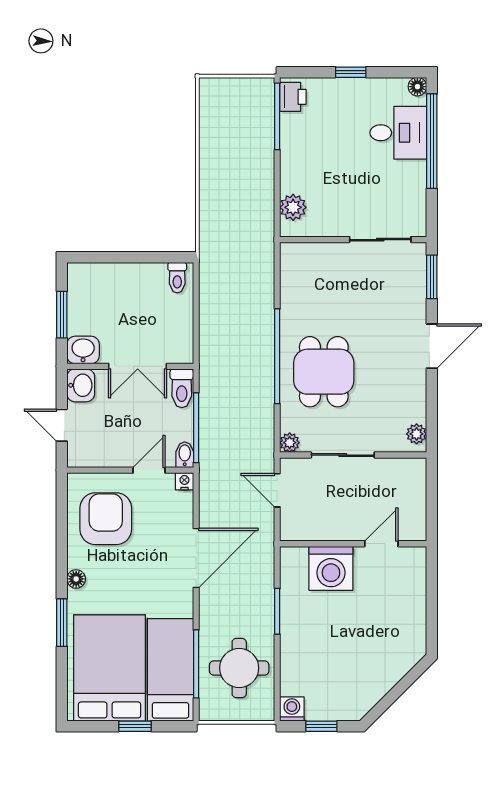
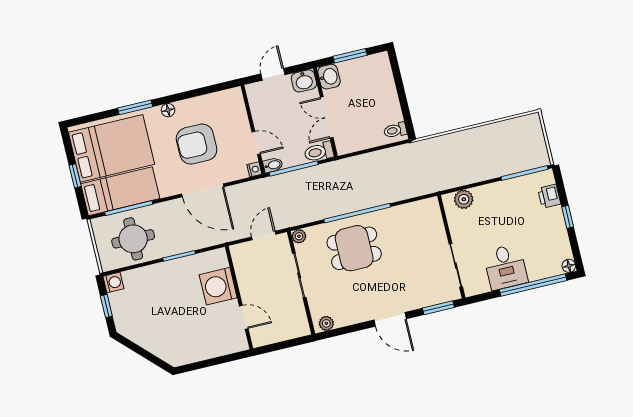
printer: (293, 97) -> (549, 196), moved, turned 90
desk: (398, 133) -> (506, 267), moved
armchair: (106, 519) -> (197, 144), moved, turned 180

